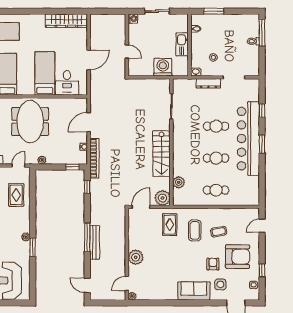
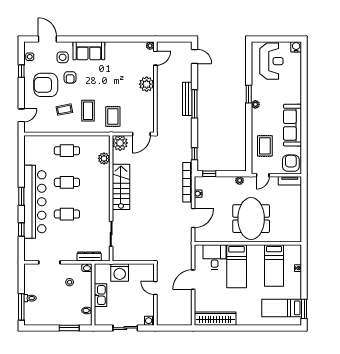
dresser: (208, 83) -> (89, 256), moved

